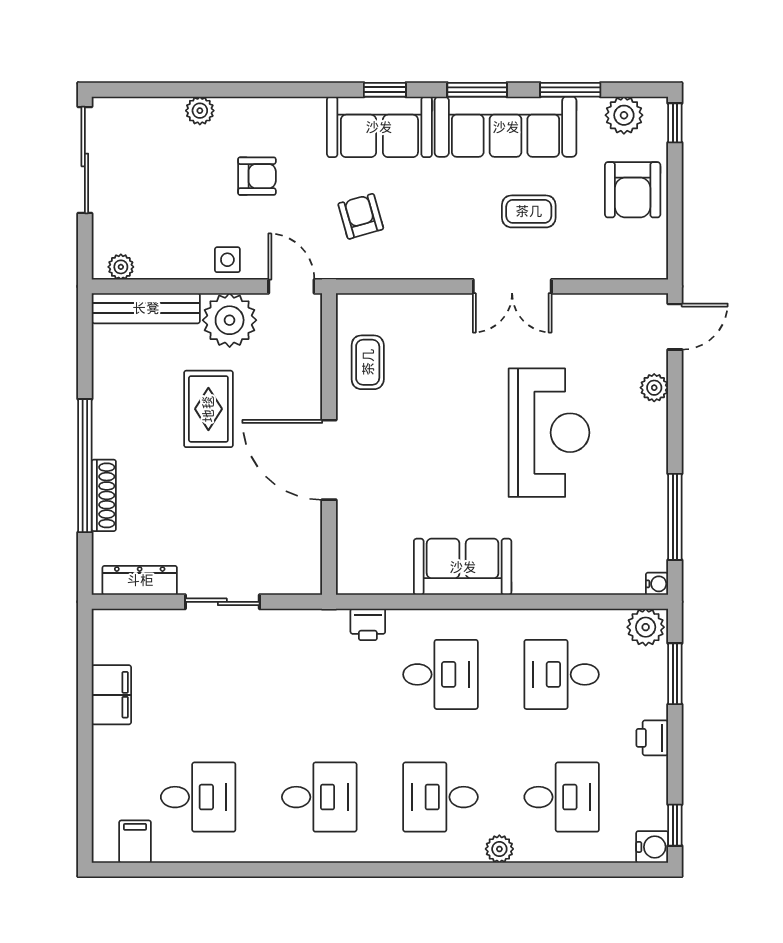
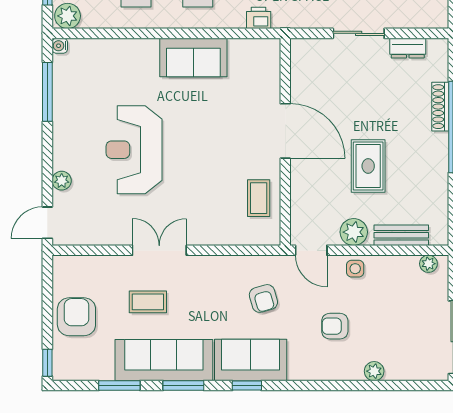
plant: (624, 115) -> (82, 368), removed
bench: (146, 308) -> (401, 235), width x0.73
plant: (230, 320) -> (354, 232), width x0.73, depth x0.73
dresser: (140, 580) -> (408, 48), width x0.70

